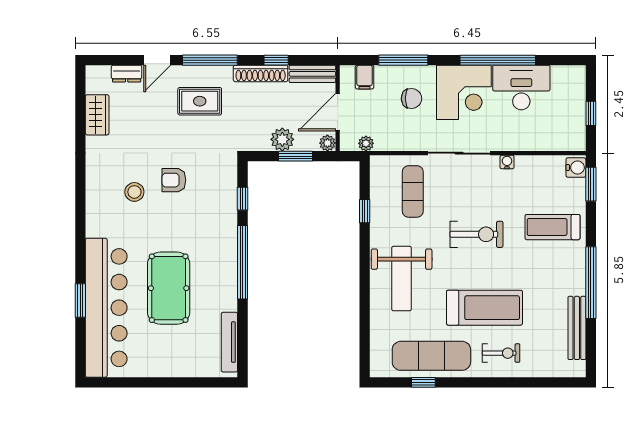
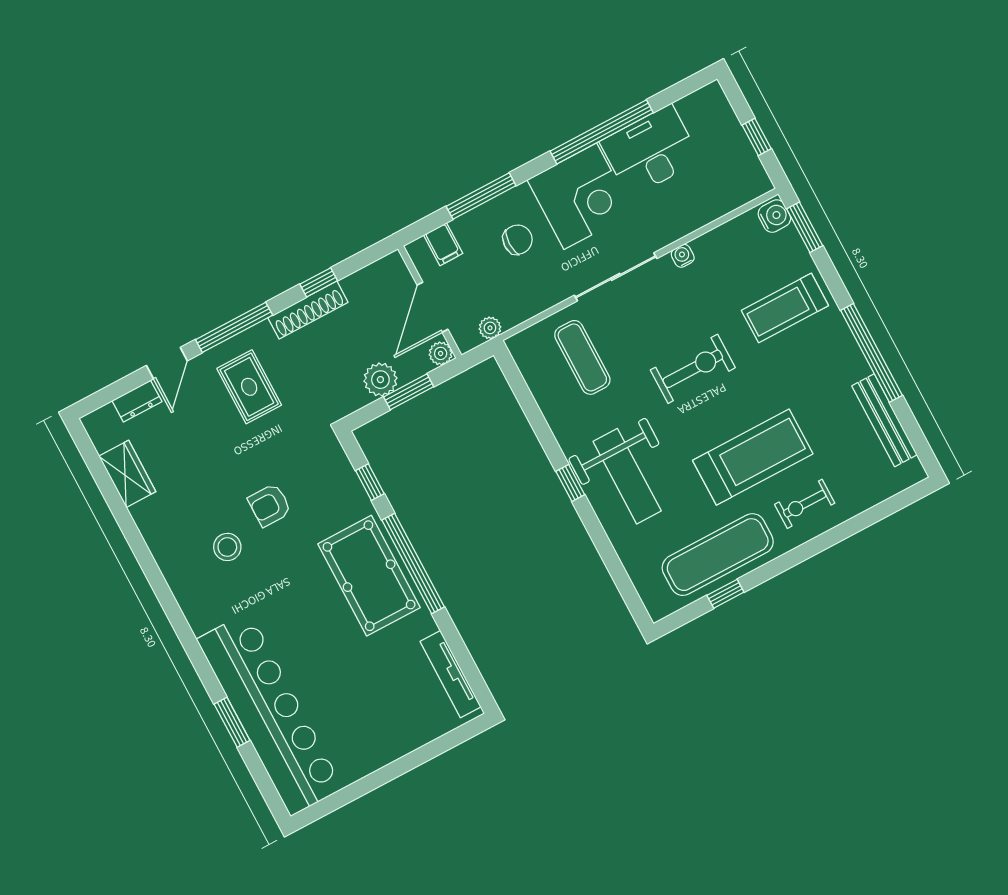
bench: (312, 74) -> (374, 275), removed
rug: (200, 101) -> (249, 387), turned 90
window: (365, 211) -> (570, 483), moved
pool table: (169, 288) -> (369, 576), moved
exercise bike: (501, 353) -> (805, 504), turned 180

